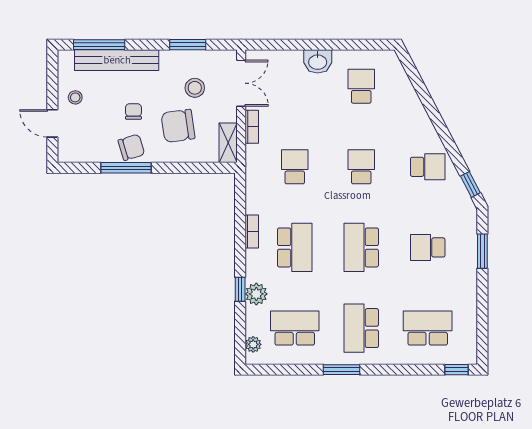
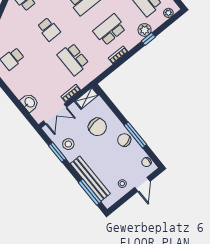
washbasin: (318, 61) -> (29, 103), moved
double door: (241, 83) -> (55, 114), swing flipped
stool: (195, 88) -> (68, 144), moved
chair: (133, 111) -> (146, 162), moved
school desk: (295, 167) -> (73, 59), width x1.85
school desk: (361, 167) -> (49, 29), turned -90

